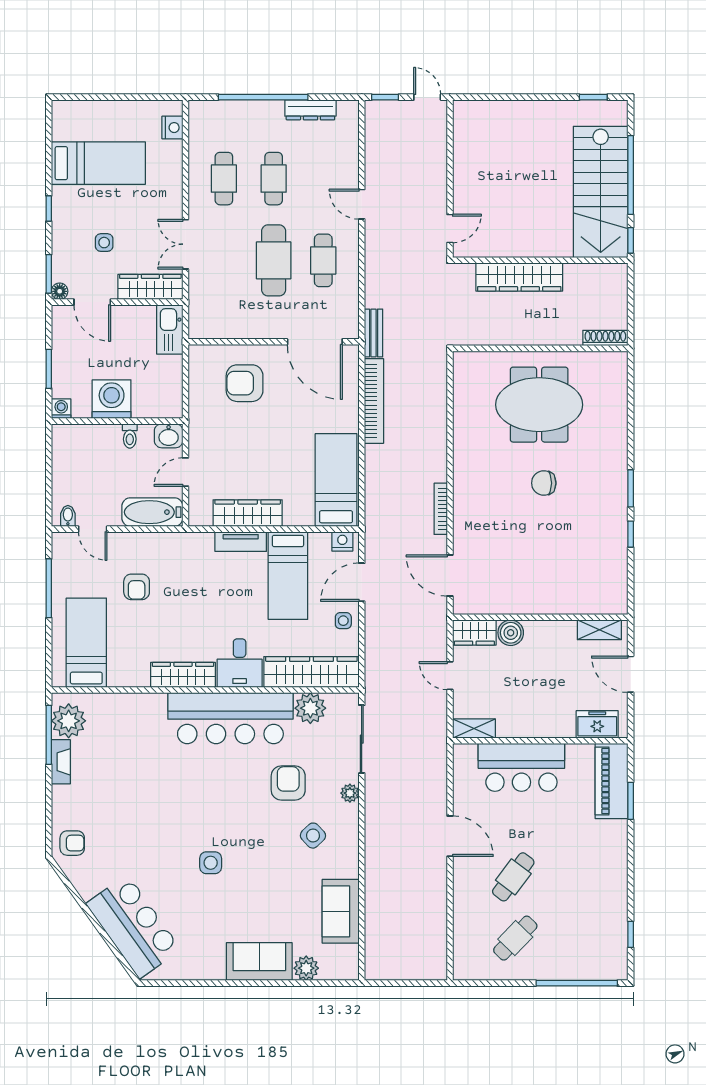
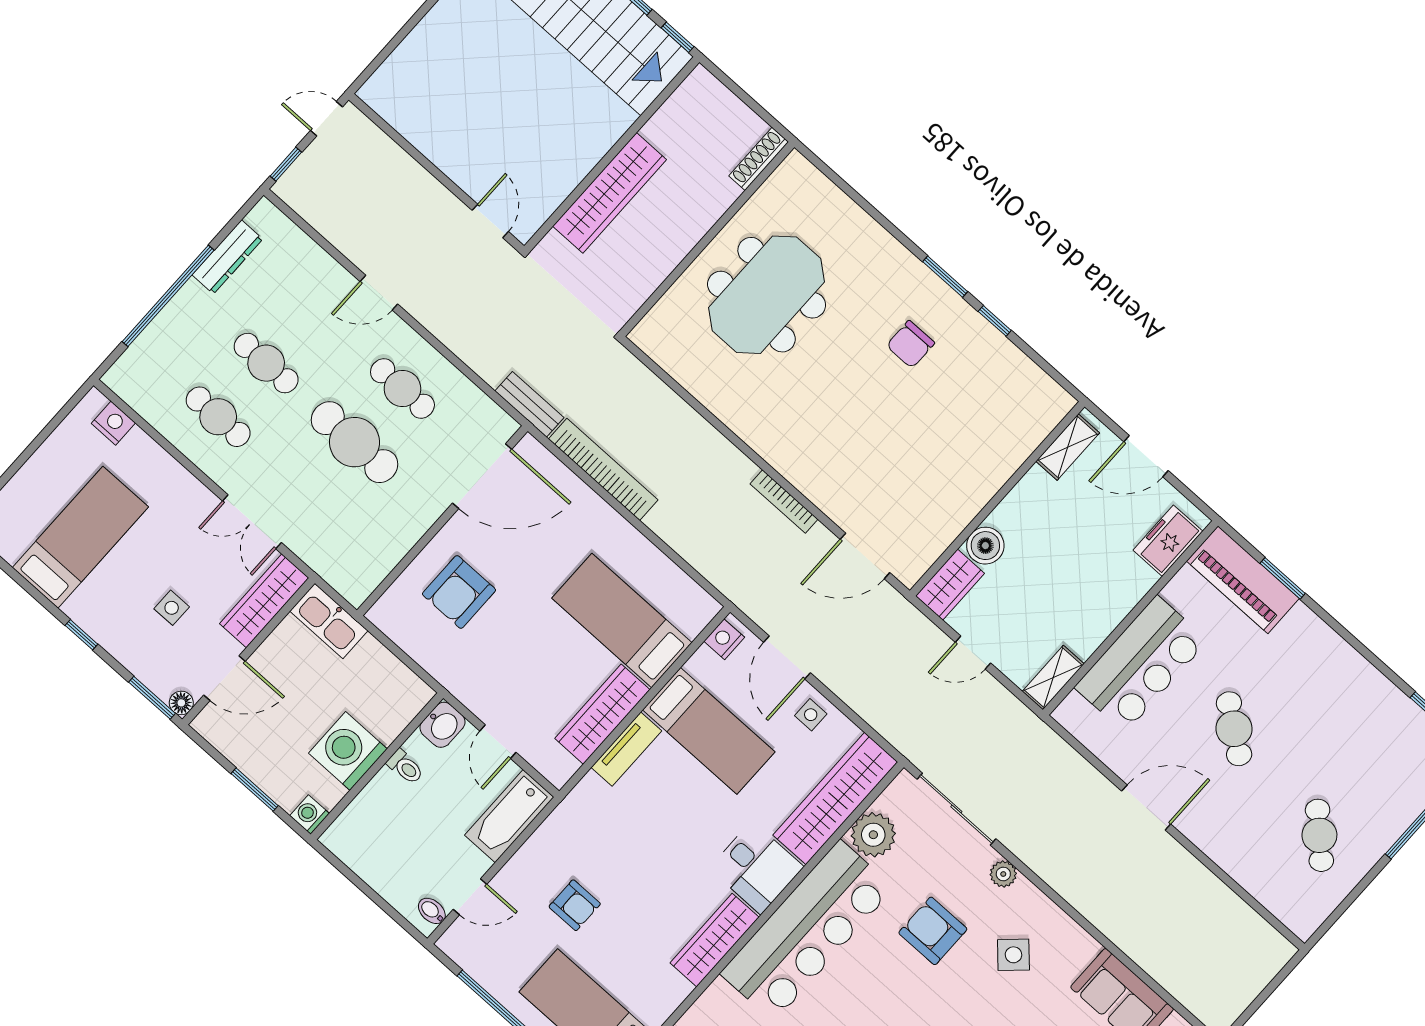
bed: (336, 480) -> (622, 620), moved
chair: (544, 483) -> (911, 344), moved
cafe table: (513, 877) -> (1234, 729), moved

